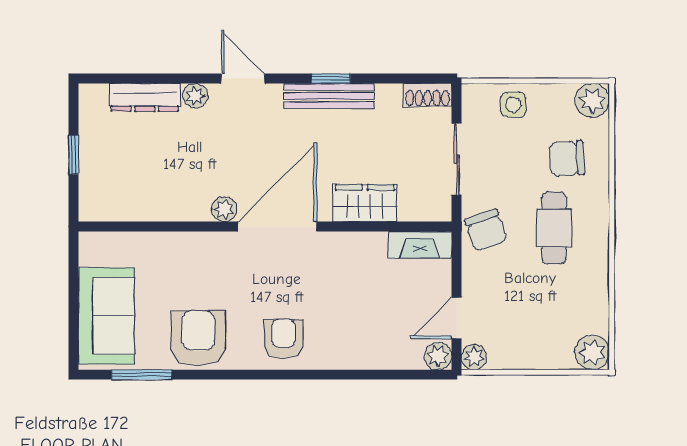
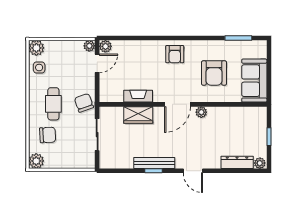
shoe rack: (428, 95) -> (110, 163), removed
plant: (195, 96) -> (260, 163), moved
side table: (513, 105) -> (39, 68), moved
door: (277, 227) -> (177, 104), width x0.73
fireplace: (420, 245) -> (138, 96), moved
sofa: (106, 316) -> (254, 81), moved
armchair: (198, 338) -> (214, 73), moved

